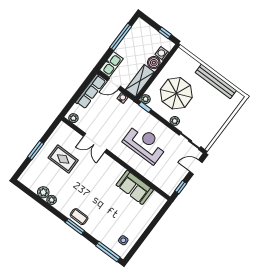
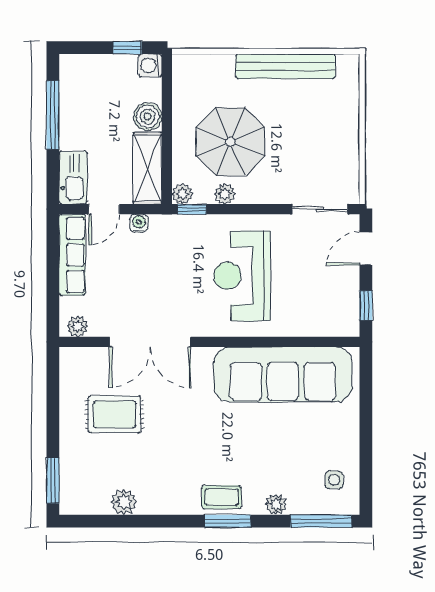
washing machine: (162, 54) -> (150, 65), moved
plant: (175, 121) -> (225, 194), moved
double door: (95, 143) -> (150, 342), width x1.37
reception desk: (145, 144) -> (242, 276), turned -90
window: (36, 150) -> (53, 480), moved
sofa: (135, 187) -> (283, 374), width x1.85, depth x1.27
plant: (52, 200) -> (276, 504), moved

